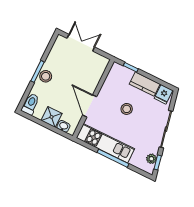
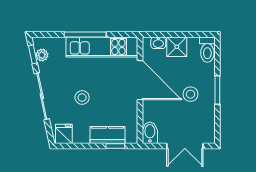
bidet: (101, 65) -> (150, 133), added
stool: (46, 76) -> (190, 94), moved
kitchen counter: (145, 84) -> (107, 135), moved
door: (90, 106) -> (140, 80), width x1.36
stool: (127, 109) -> (82, 98), moved

